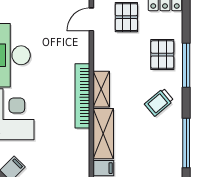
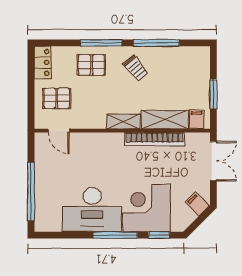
bookcase: (82, 96) -> (155, 139), moved
window: (186, 143) -> (156, 43), moved

